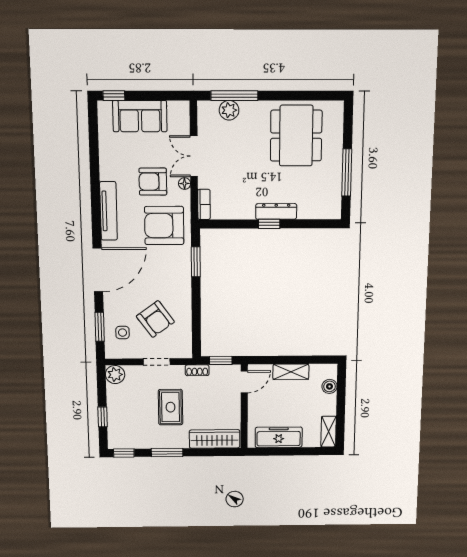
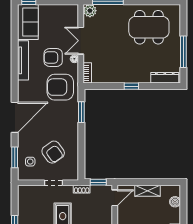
plant: (229, 110) -> (90, 11), moved
sofa: (140, 116) -> (28, 22), moved, turned -90
dining table: (296, 136) -> (149, 27), turned 90
tv unit: (108, 211) -> (23, 60), moved
dresser: (276, 211) -> (165, 78), moved
plant: (115, 375) -> (24, 192), removed

